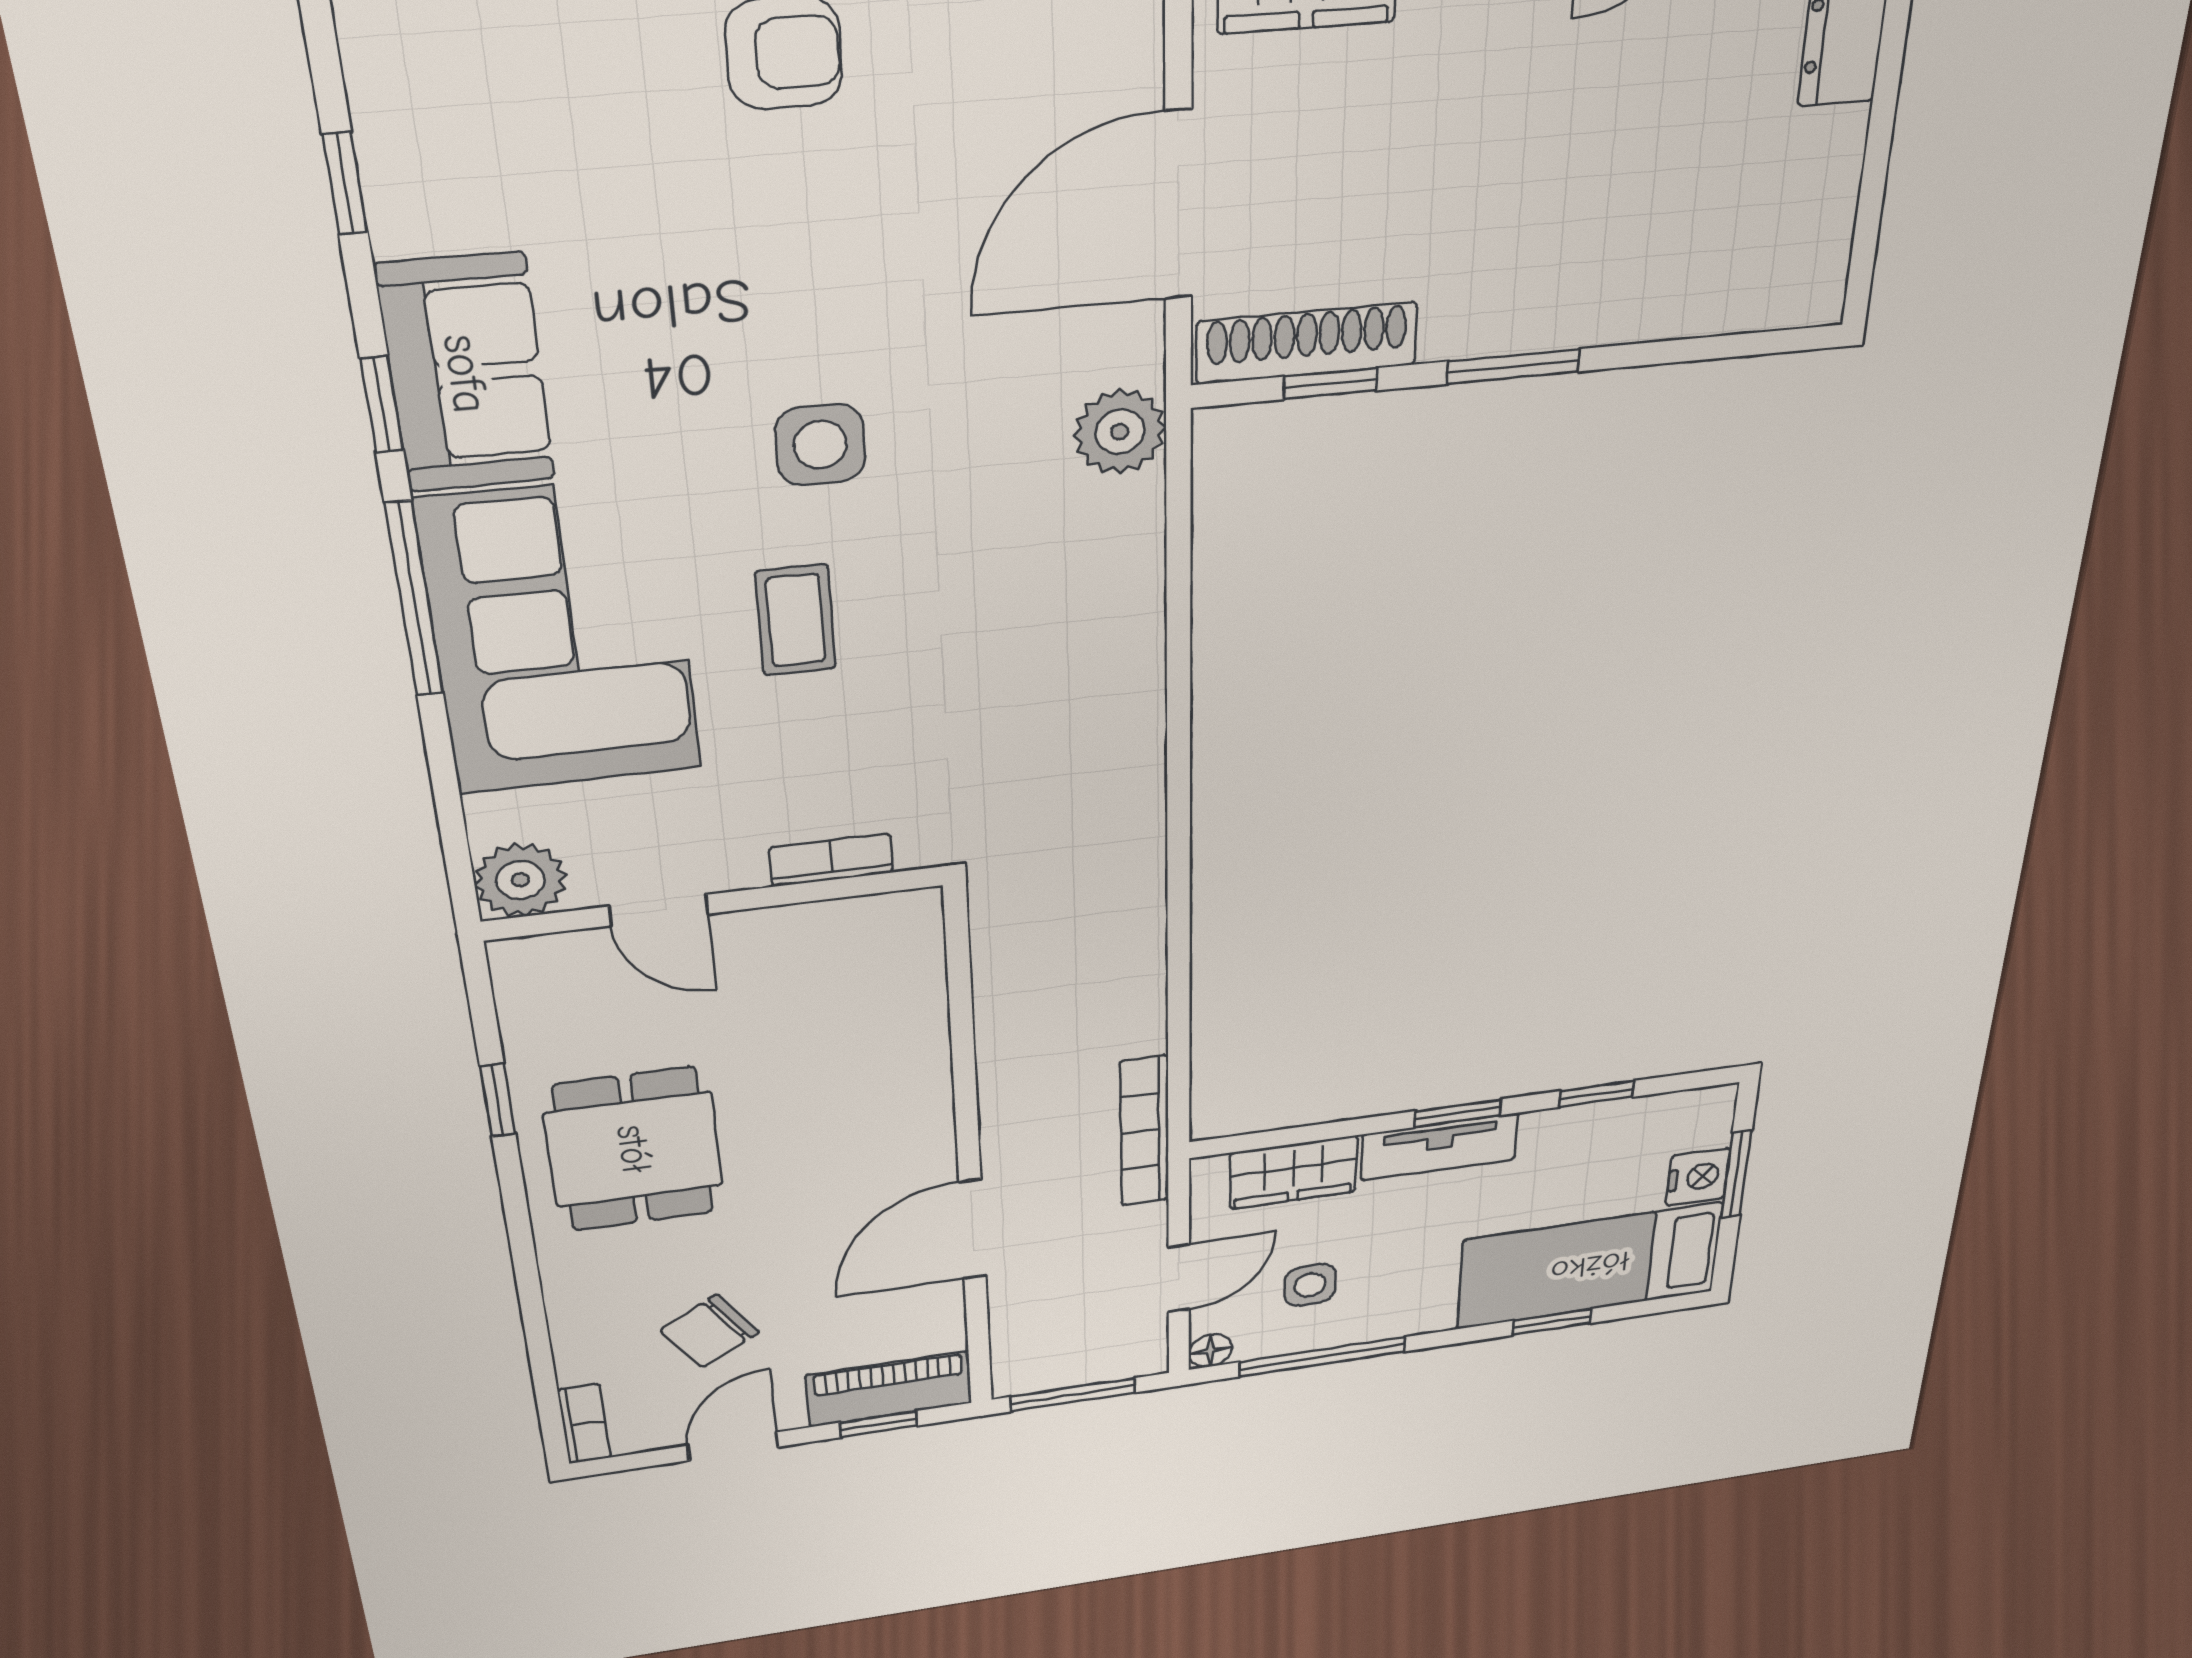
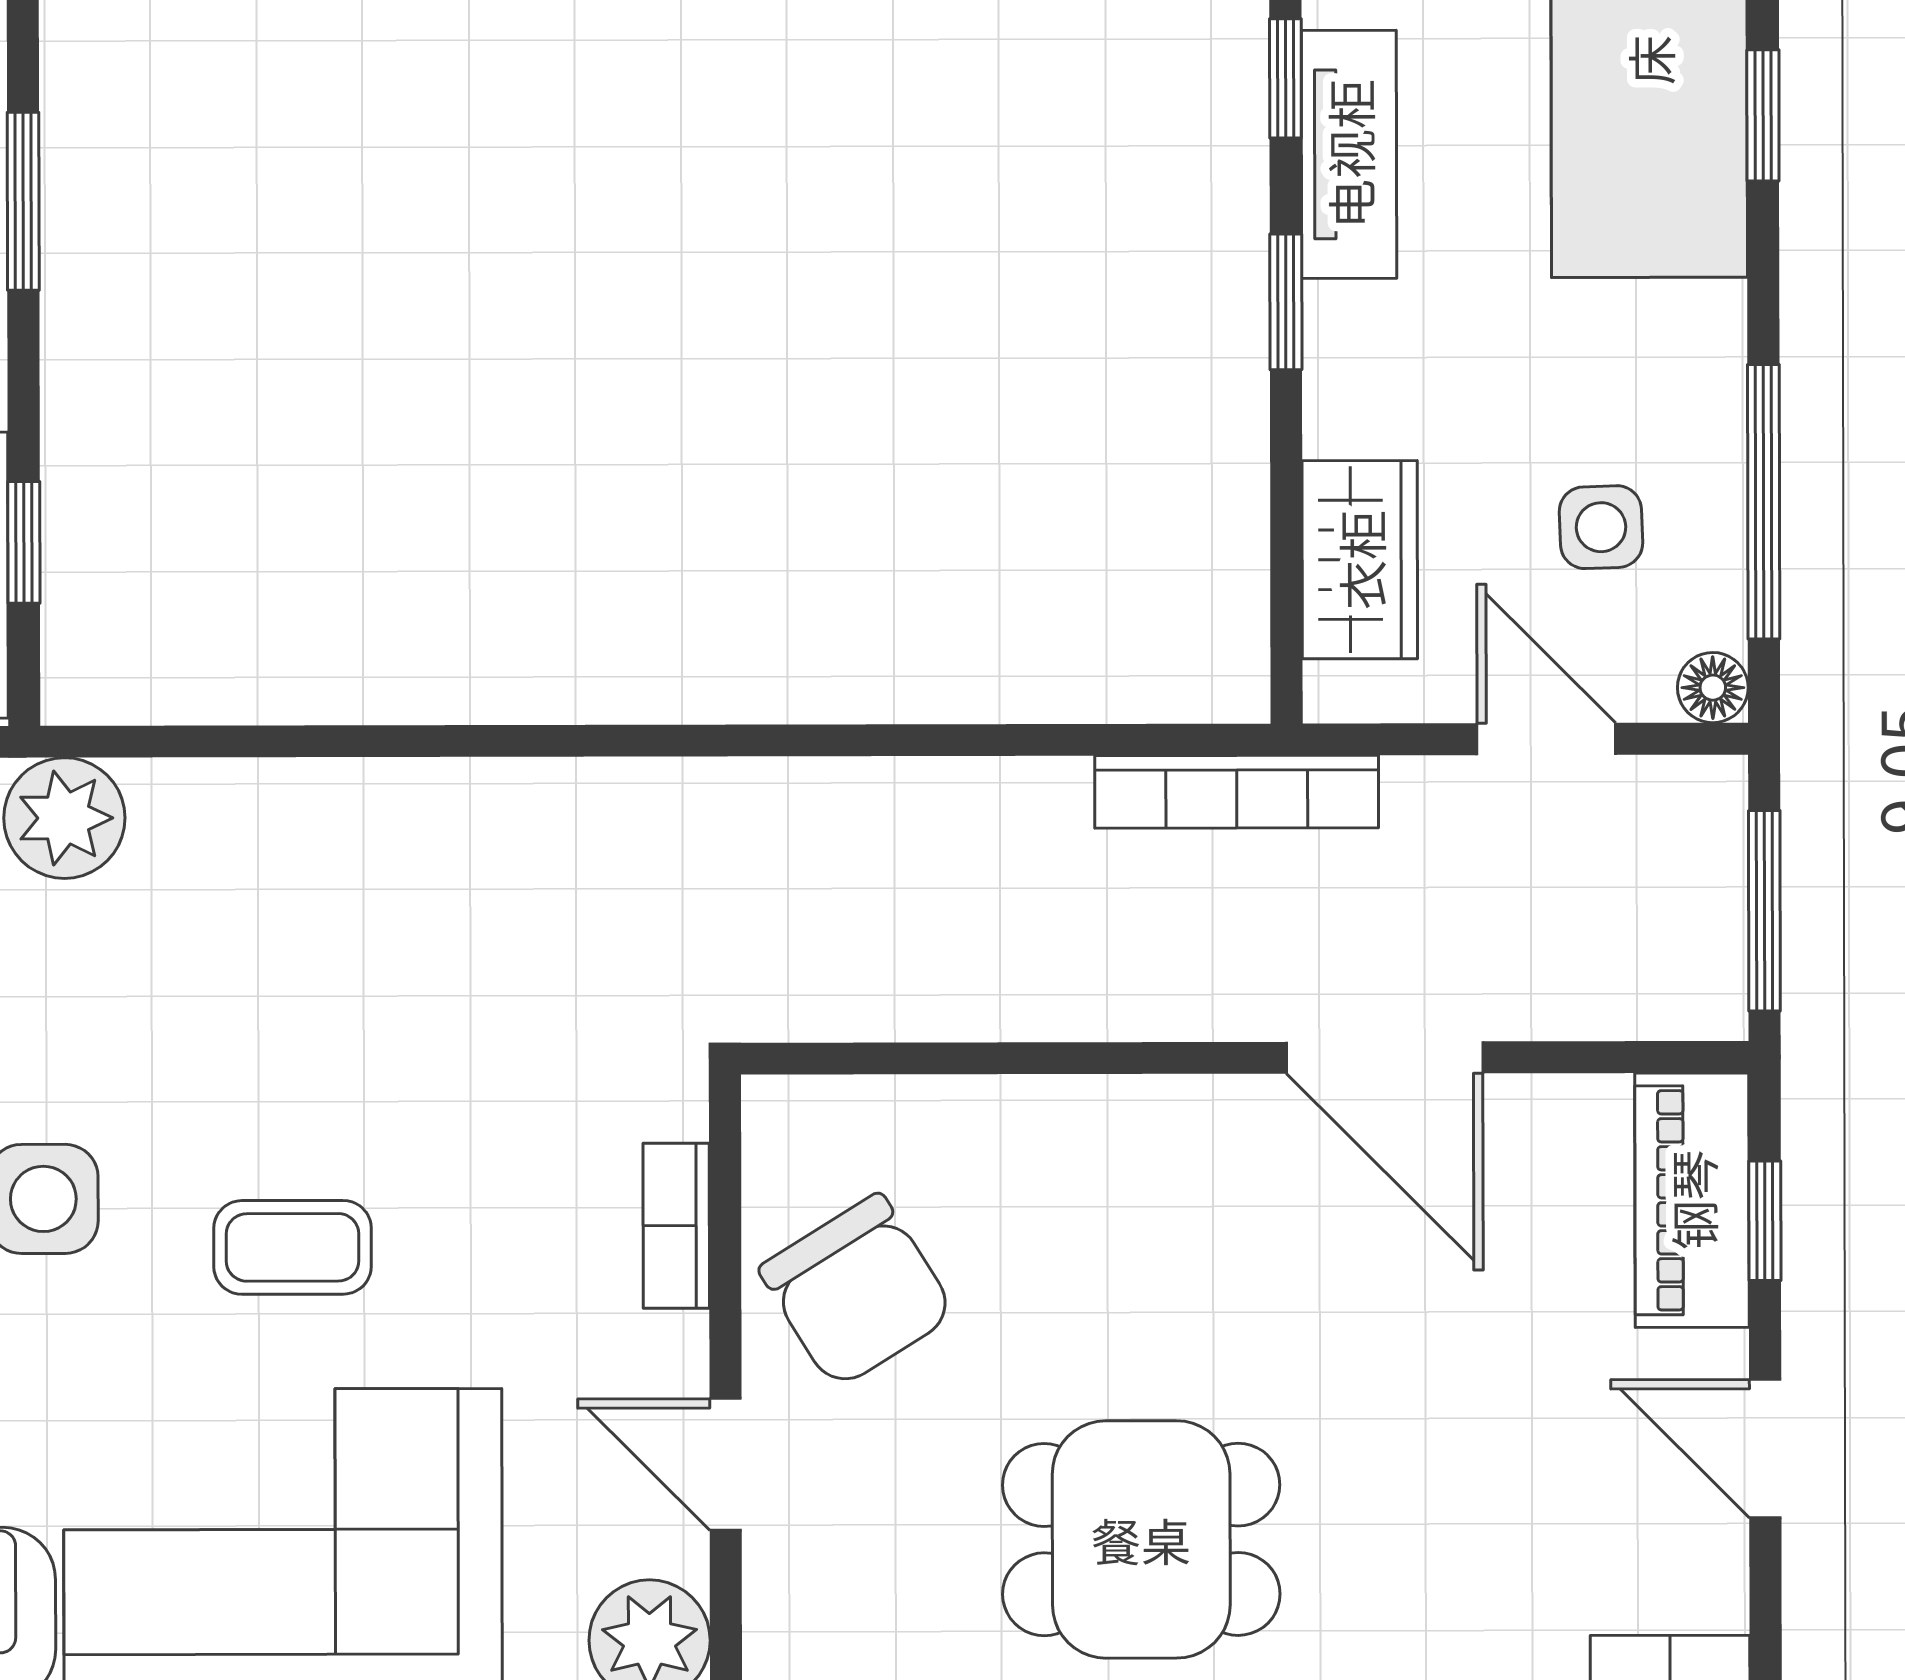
window: (1513, 366) -> (23, 201), moved
door: (659, 910) -> (726, 1464), swing flipped
tv unit: (1439, 1147) -> (1349, 154), moved
chair: (710, 1331) -> (857, 1291), moved, width x1.37, depth x1.37

